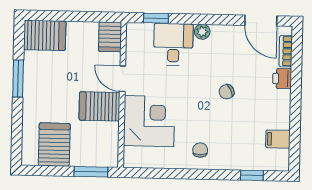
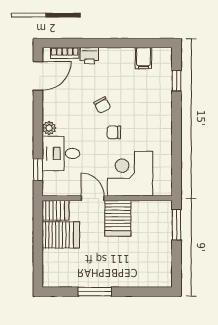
server rack: (45, 35) -> (61, 235), moved, turned 90
door: (123, 79) -> (93, 198), swing flipped
server rack: (54, 145) -> (153, 258), removed
chair: (200, 150) -> (114, 132), moved

